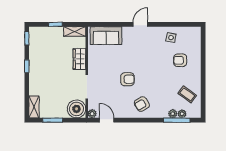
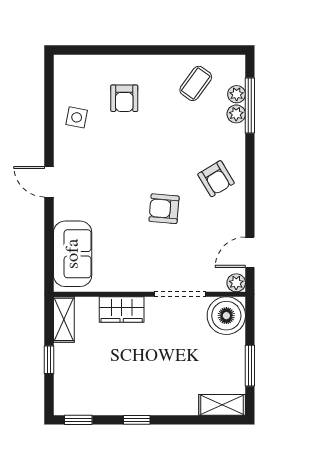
armchair: (127, 79) -> (164, 209), turned -85

